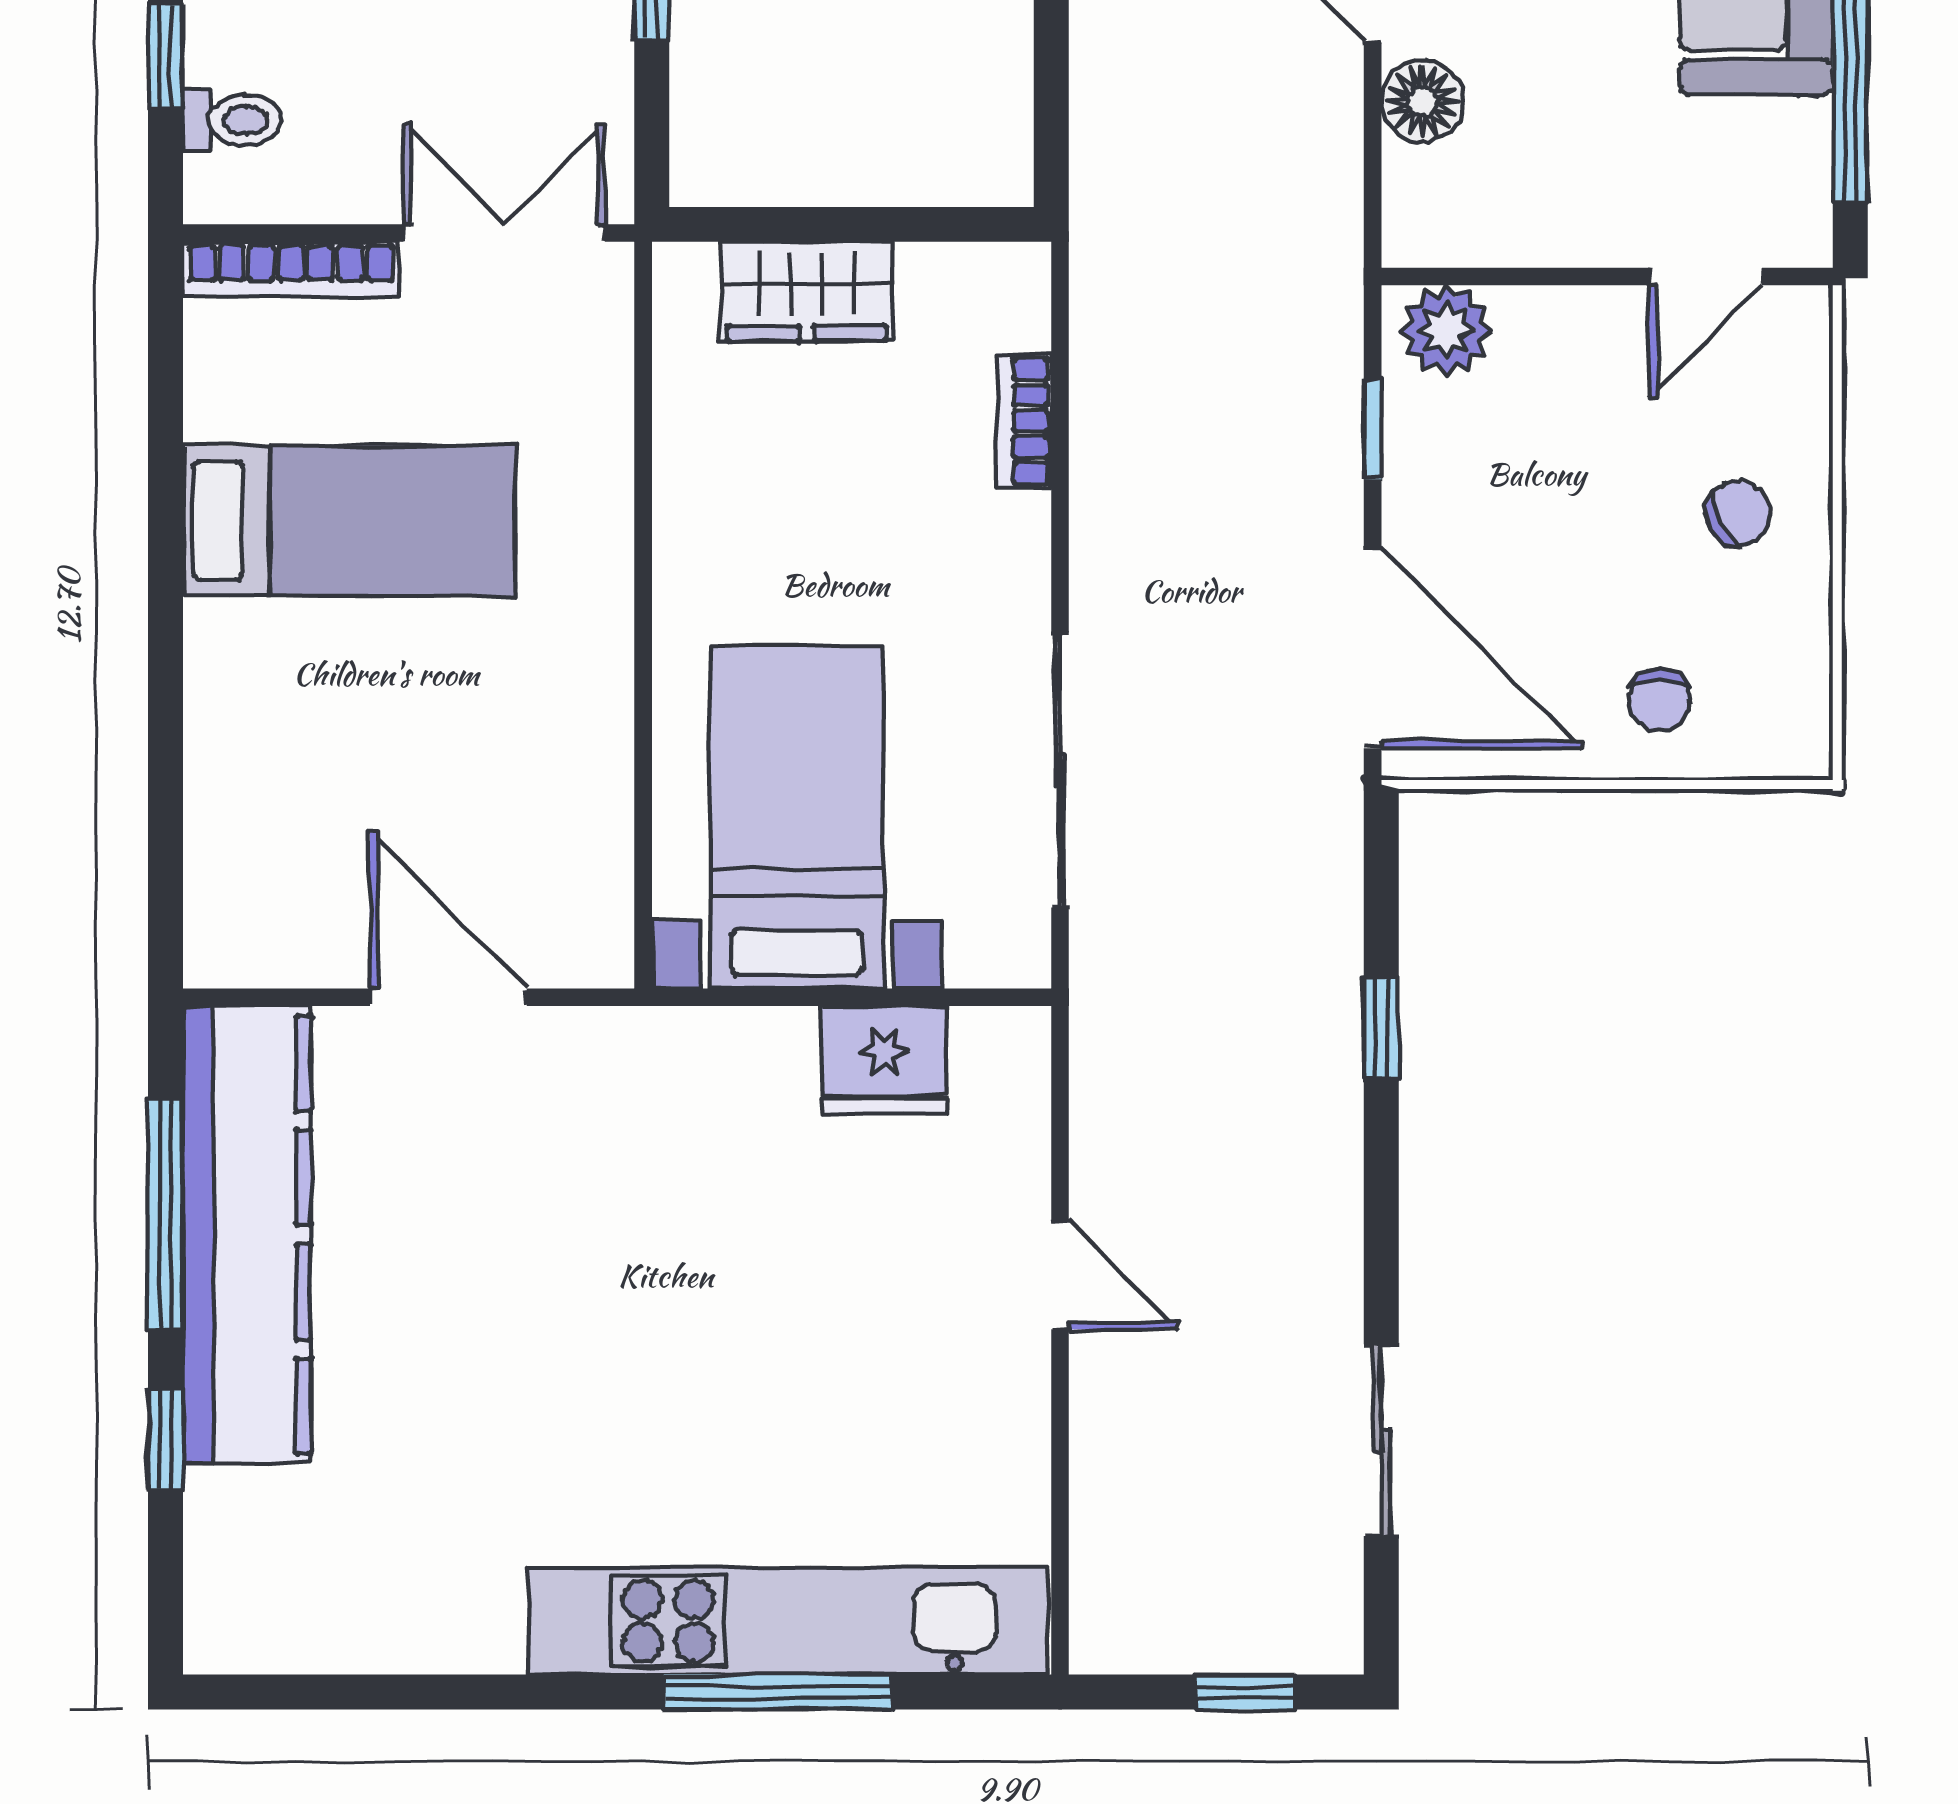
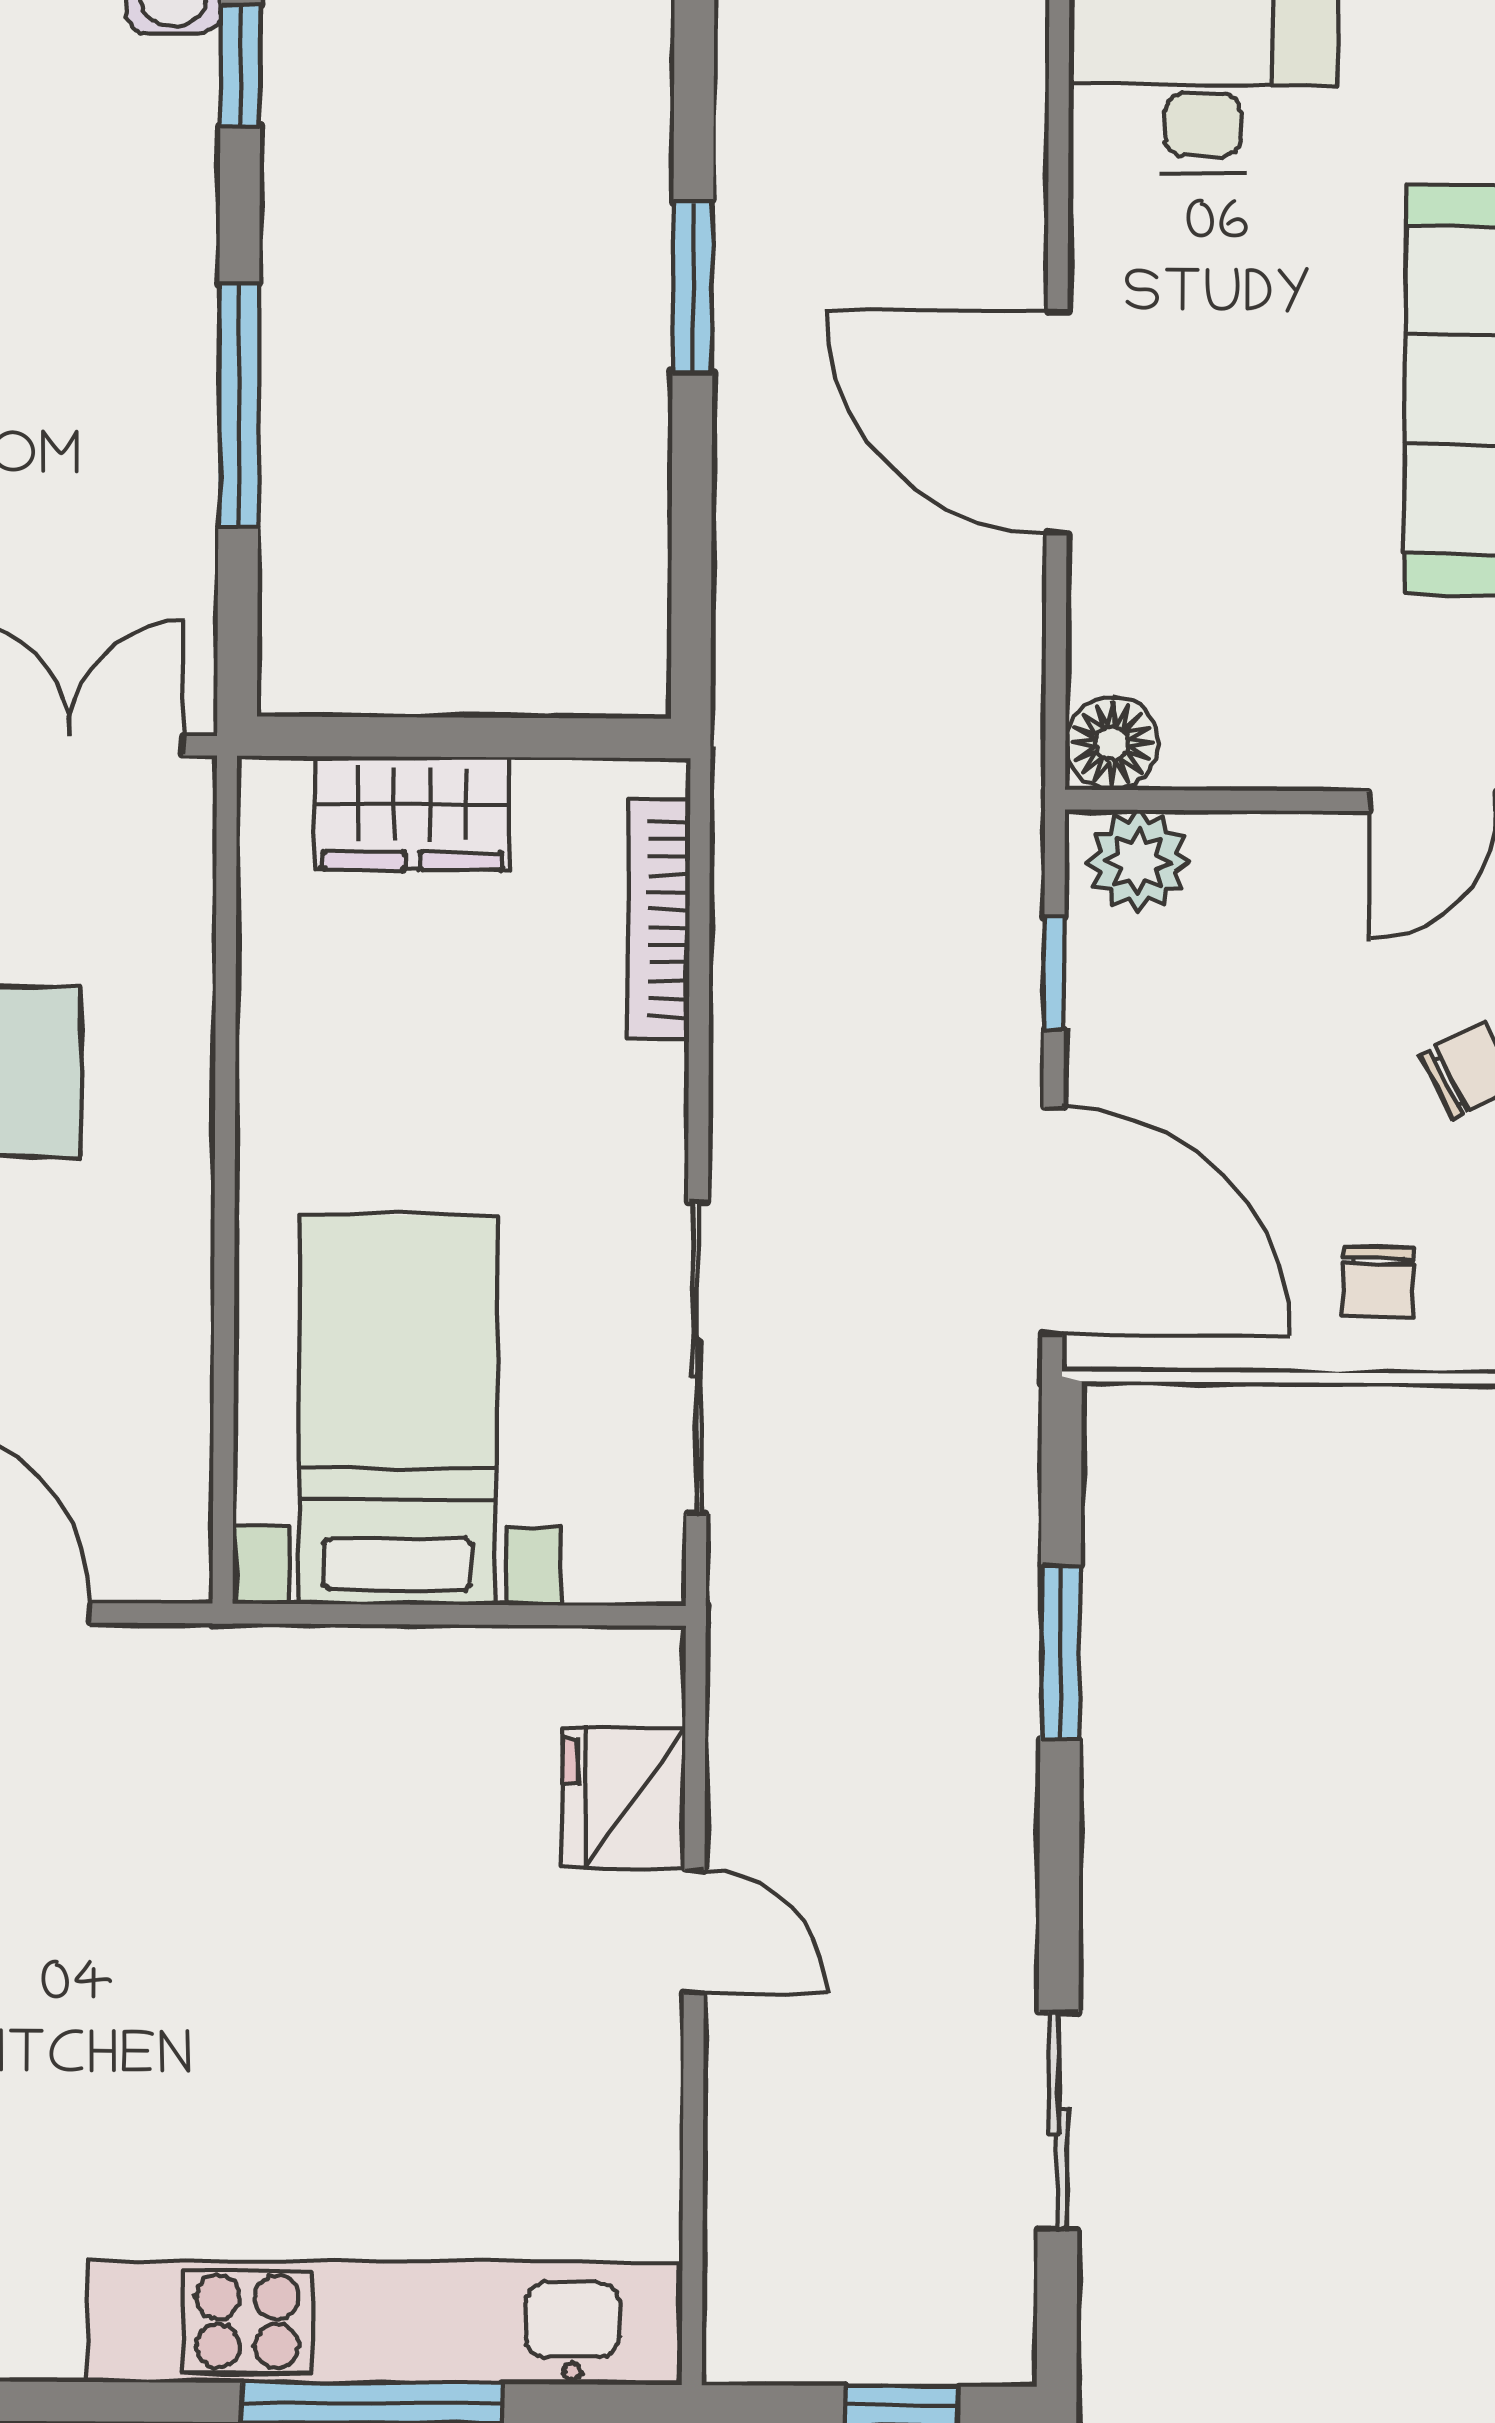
floor lamp: (1422, 101) -> (1112, 743), moved
bookcase: (1024, 421) -> (659, 918), width x1.56
window: (1381, 1028) -> (1060, 1653), width x1.50
fridge: (884, 1060) -> (624, 1798), moved, turned 90

